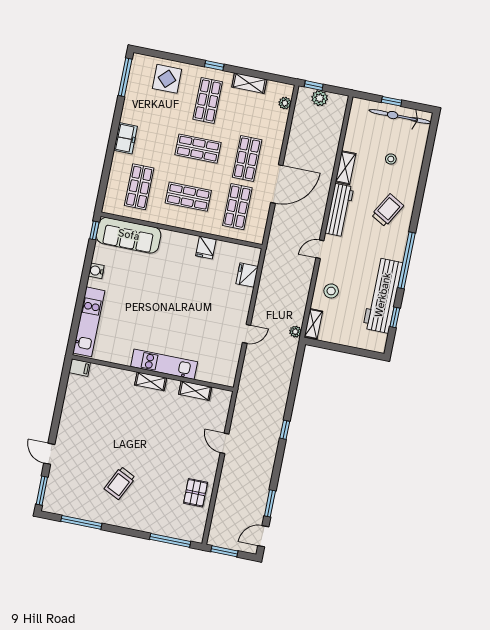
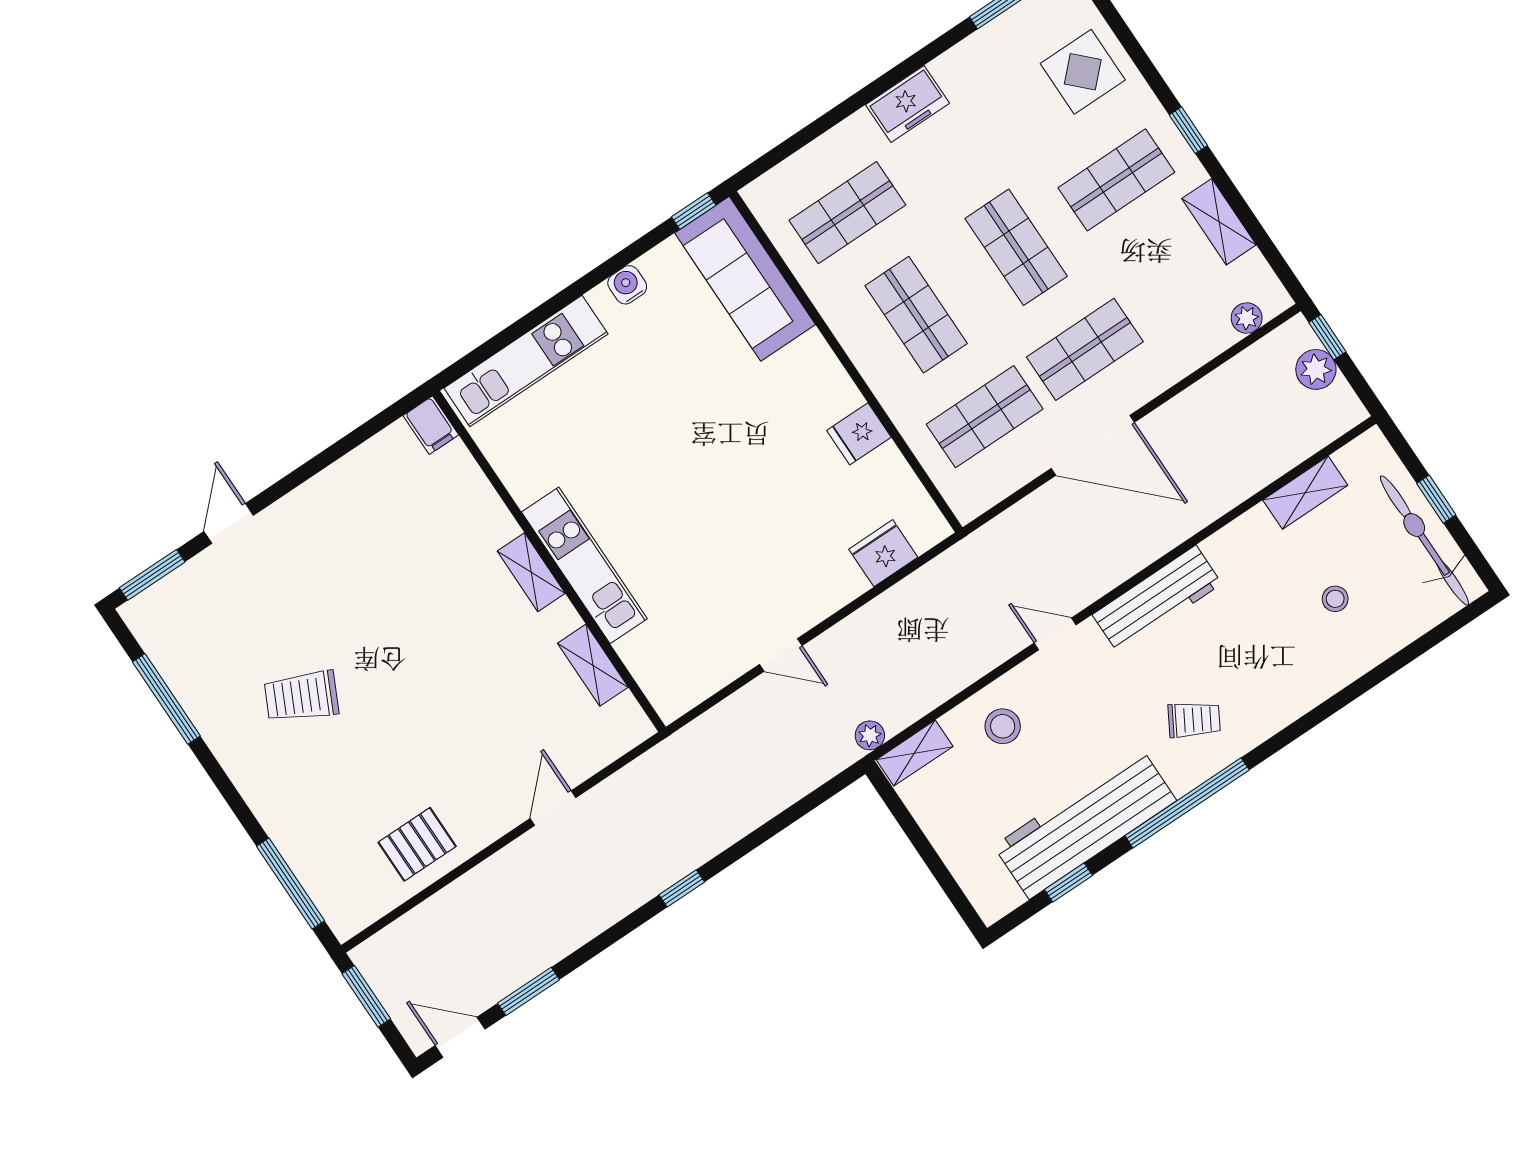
shelving: (346, 168) -> (1305, 493), moved
trolley: (387, 210) -> (1194, 720), moved, width x0.73, depth x0.72

